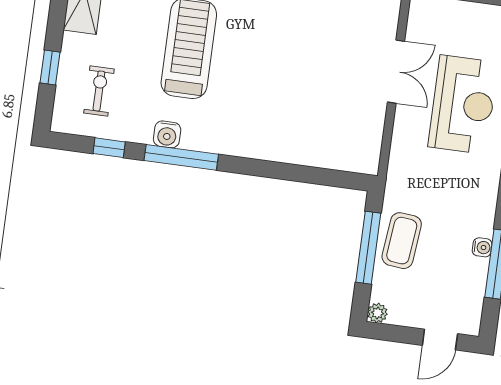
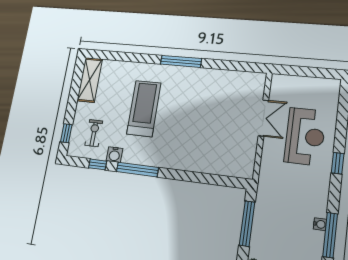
window: (50, 67) -> (66, 133), moved
water cooler: (167, 134) -> (114, 155), moved
coffee table: (402, 241) -> (268, 219), removed

